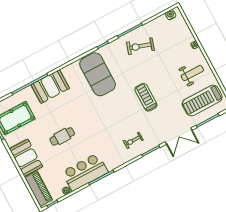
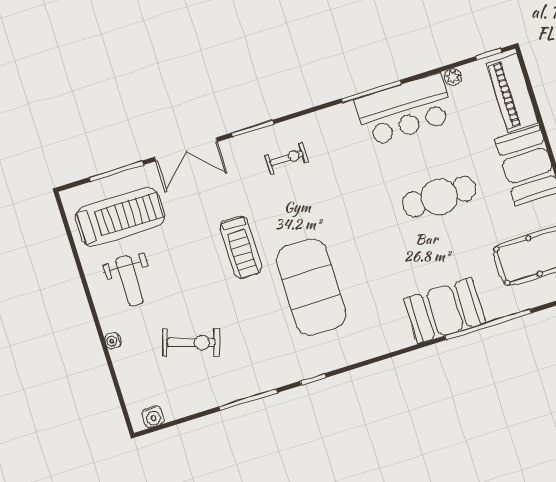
exercise bike: (140, 46) -> (191, 342), moved
weight bench: (192, 73) -> (130, 281), turned -90
exercise mat: (98, 74) -> (311, 287), moved
cafe table: (62, 136) -> (439, 197), width x1.37, depth x1.35
double door: (179, 136) -> (186, 149), swing flipped

